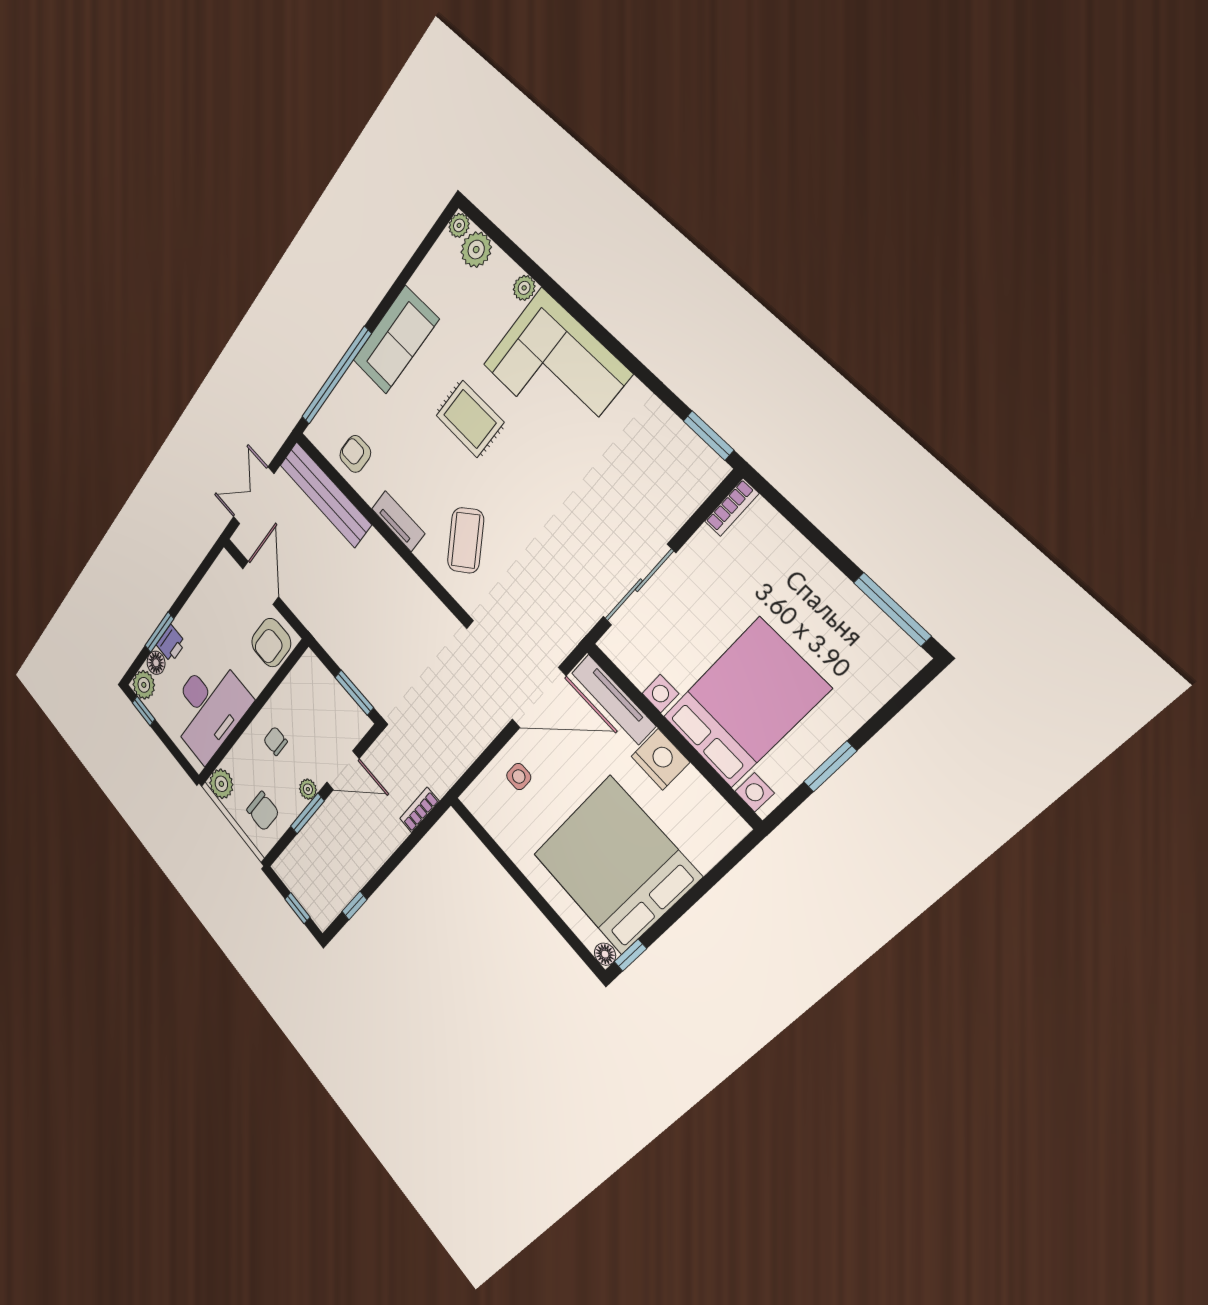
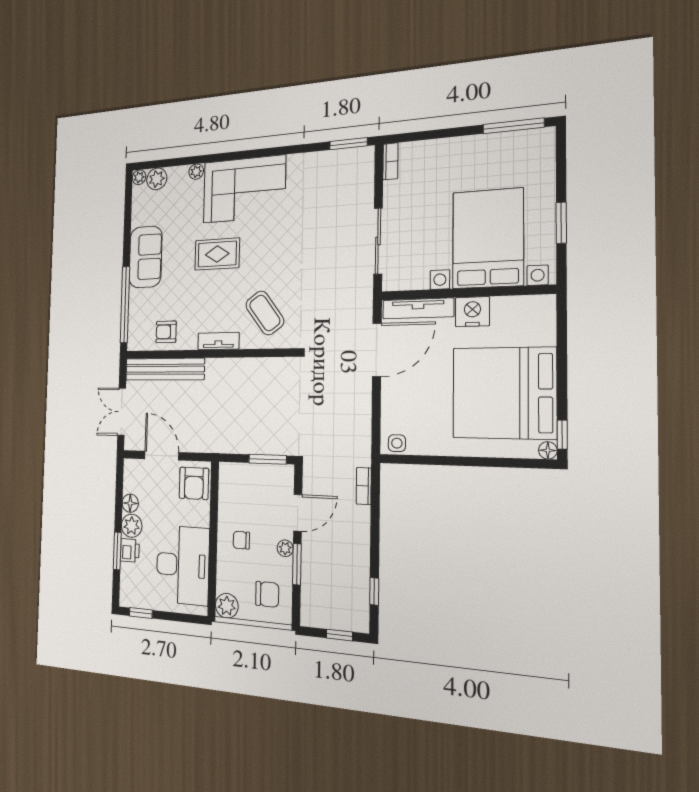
floor lamp: (156, 663) -> (130, 503), moved
plant: (144, 685) -> (132, 526), moved
side table: (519, 777) -> (397, 443), moved

